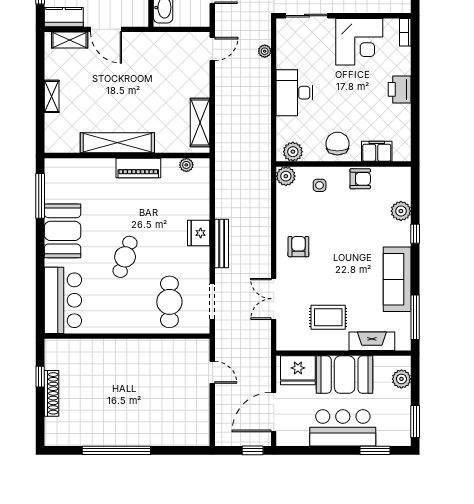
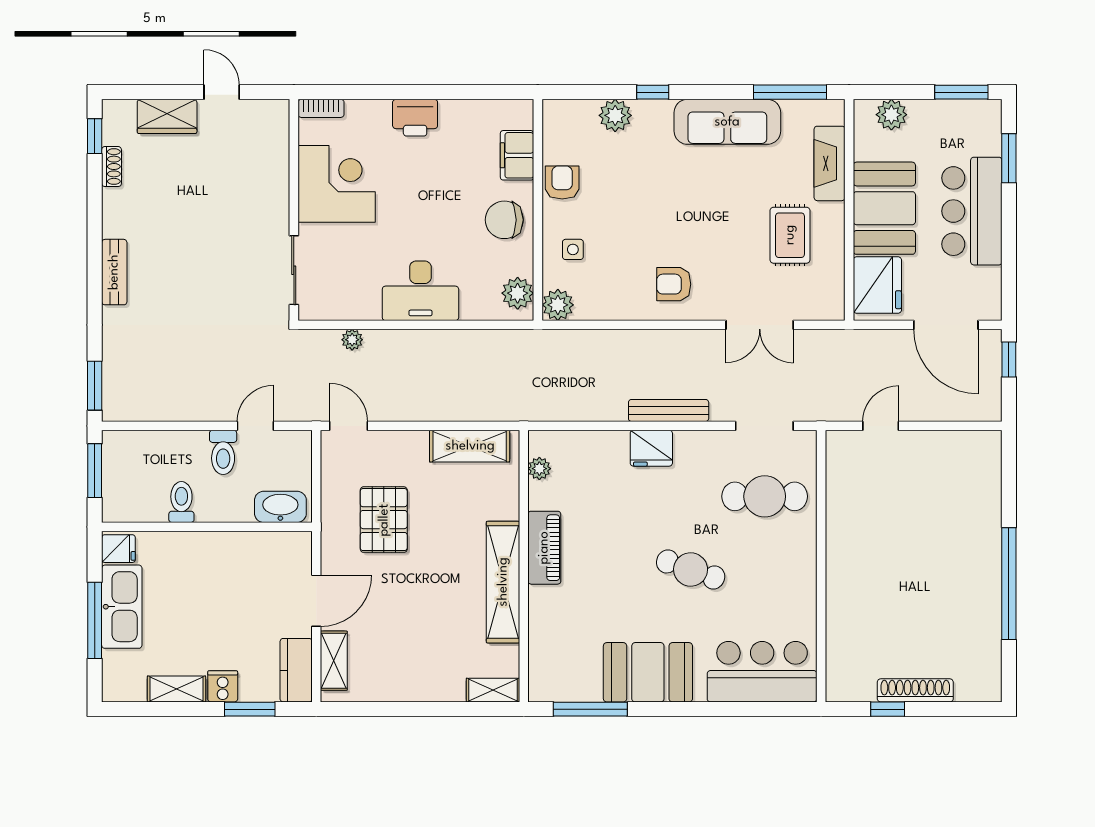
pallet: (155, 70) -> (384, 520), added
shelving: (52, 96) -> (493, 690), moved

